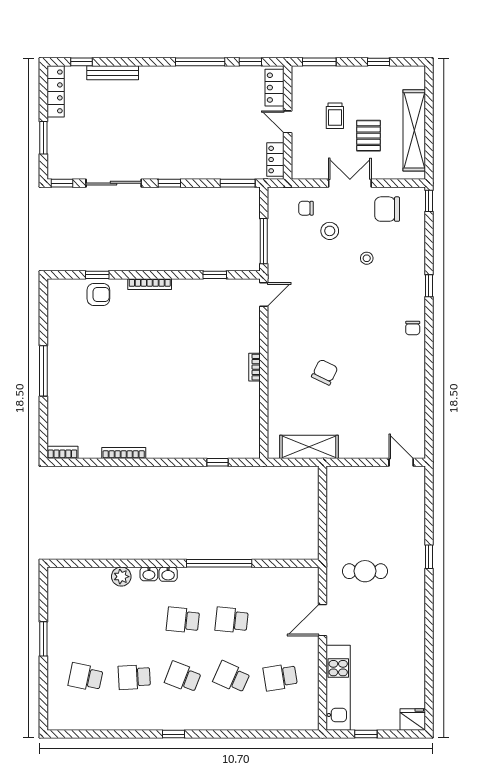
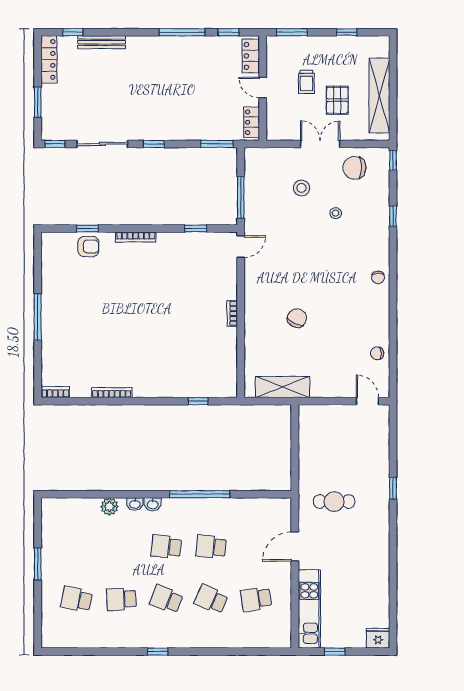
chair: (306, 208) -> (377, 353), moved
window: (429, 286) -> (393, 216), moved

